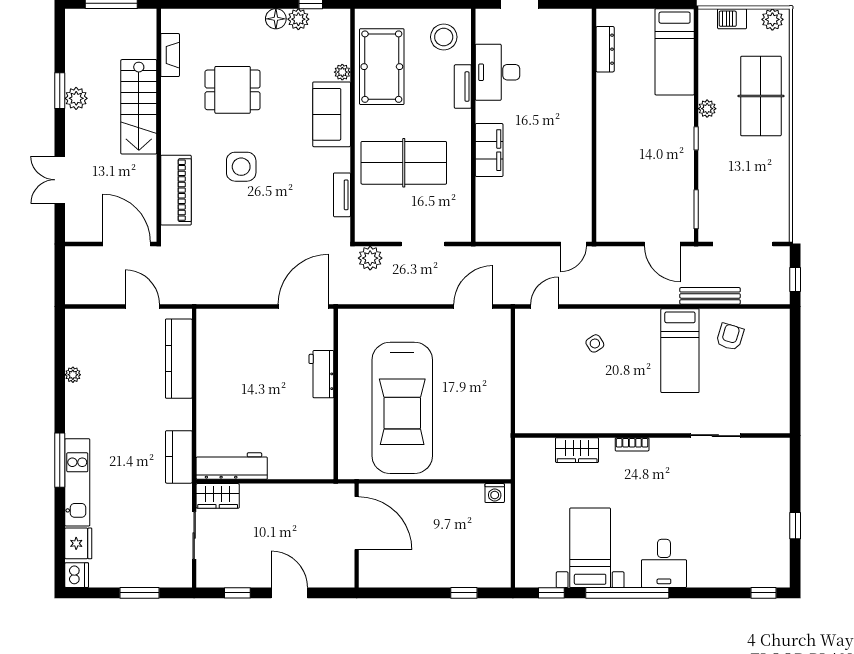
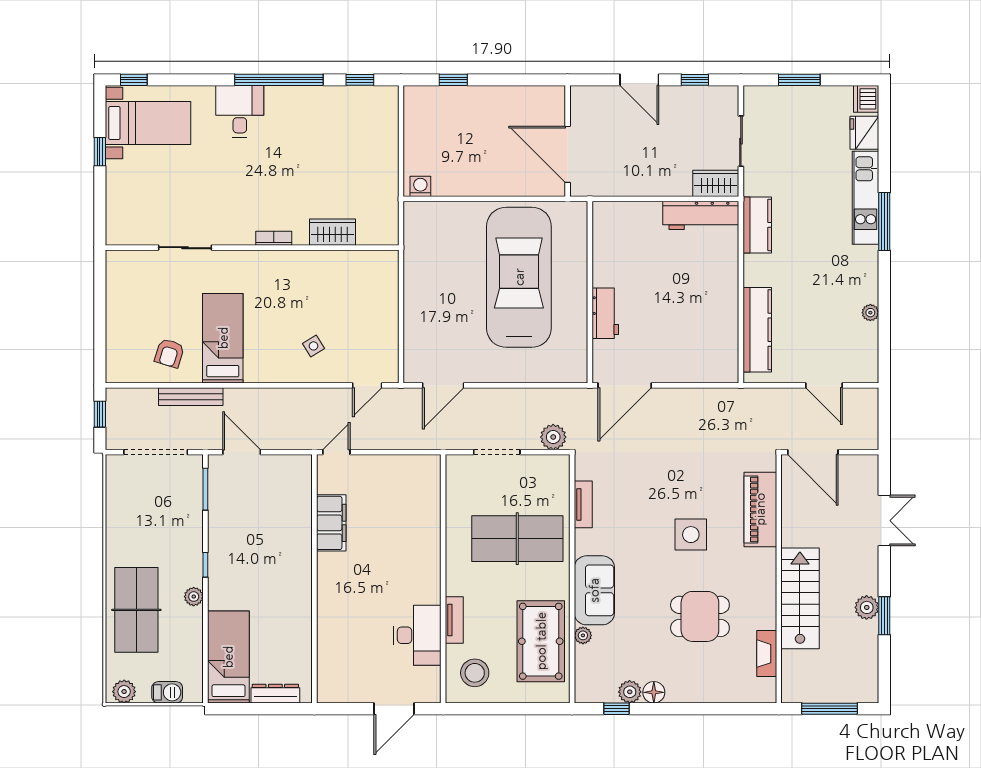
dresser: (605, 49) -> (275, 694), moved, turned 90
filing cabinet: (489, 150) -> (331, 523), moved, turned 180
door: (142, 306) -> (824, 385), moved
bed with nightstands: (590, 548) -> (148, 123), moved, turned -90

